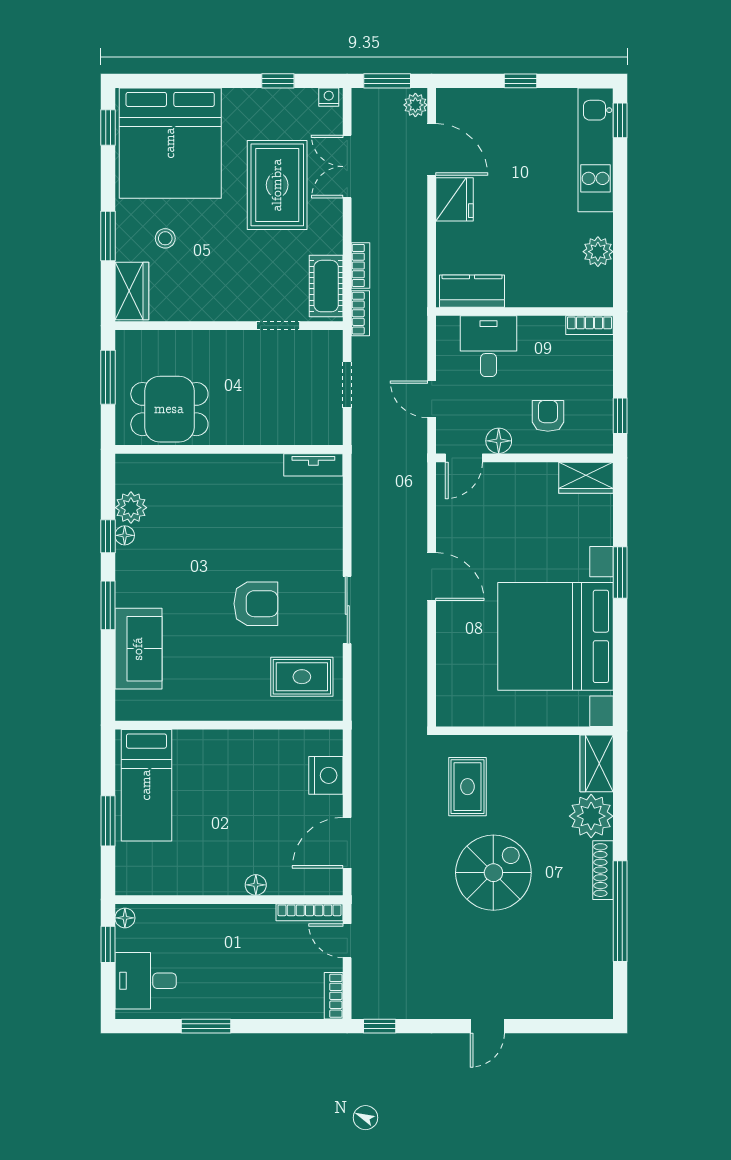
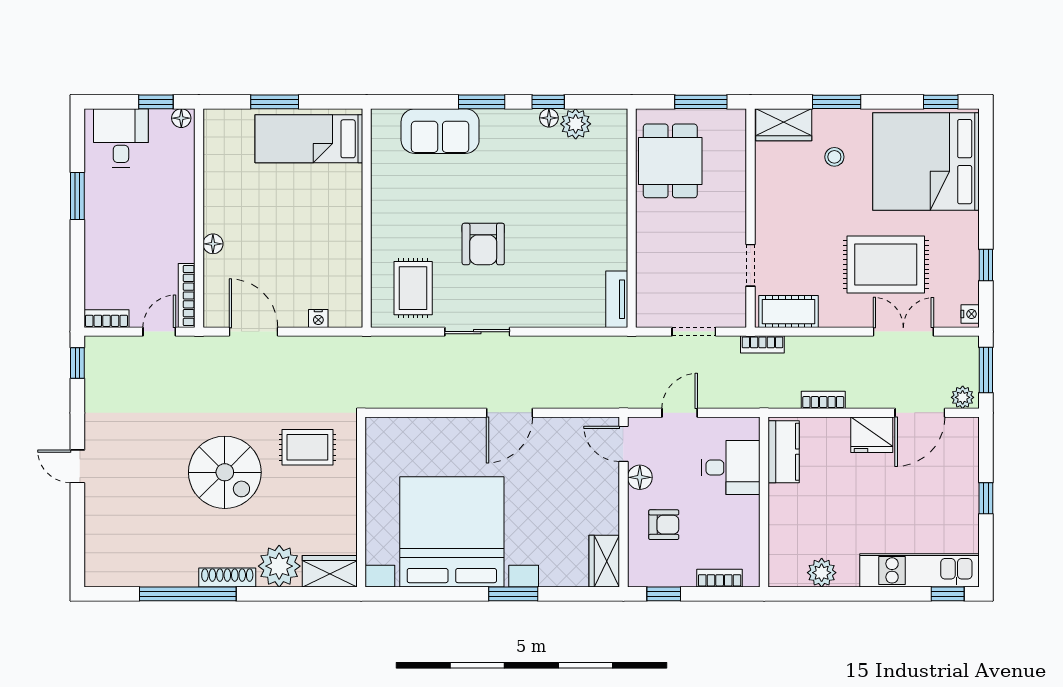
bookcase: (360, 265) -> (823, 400), moved, turned 180
bookcase: (589, 325) -> (720, 578), moved, turned 90
nightstand: (326, 775) -> (318, 319), width x0.53, depth x0.56

